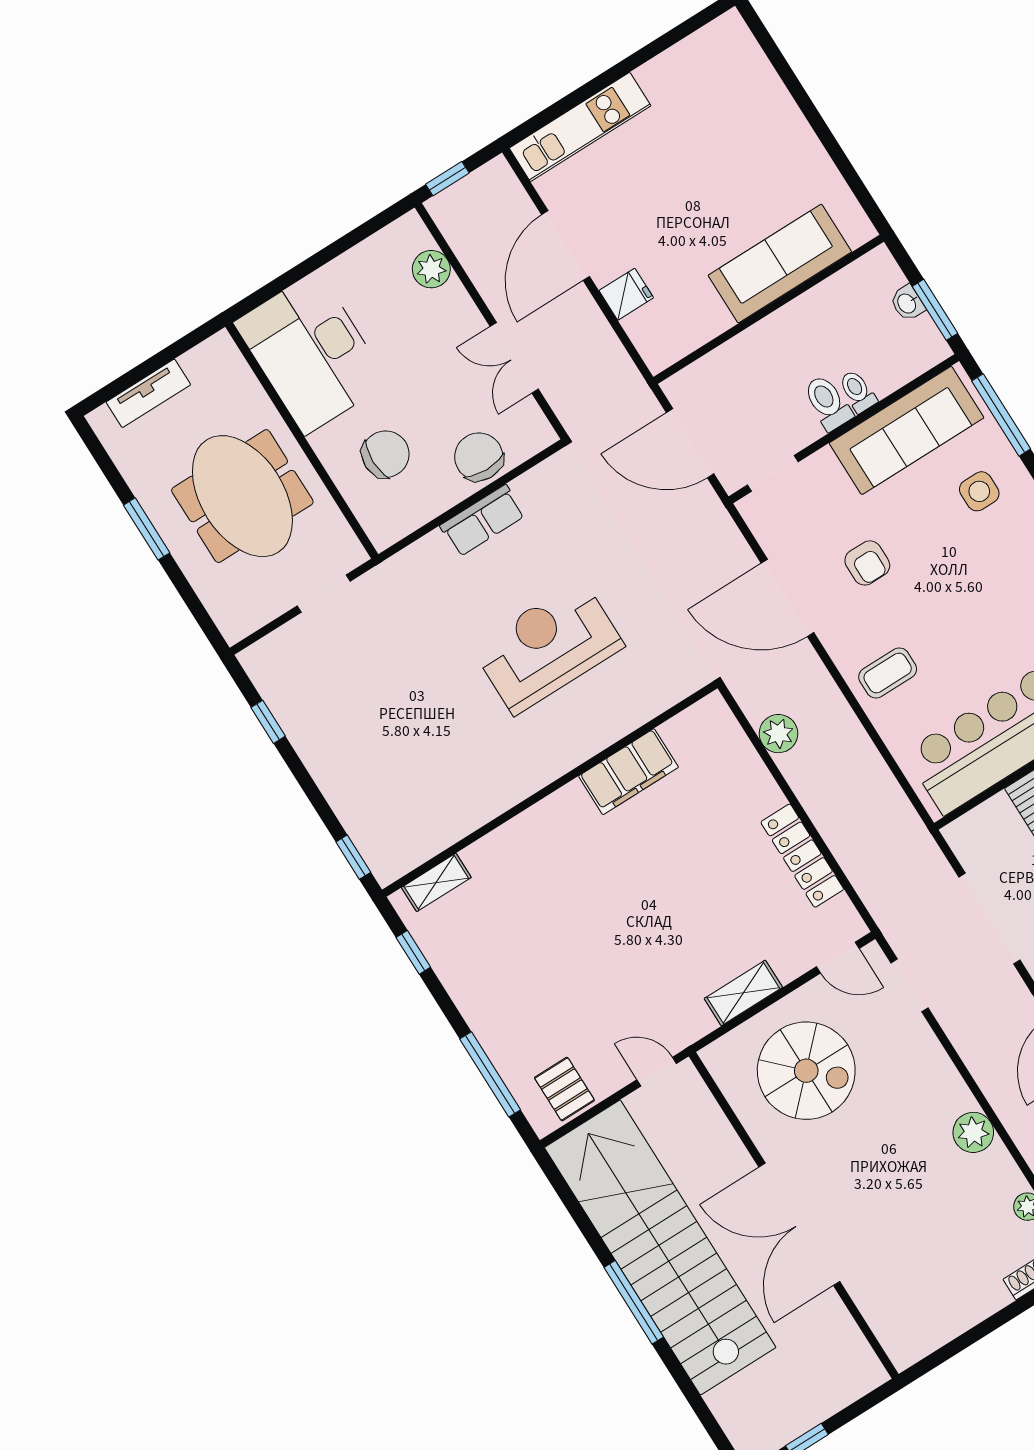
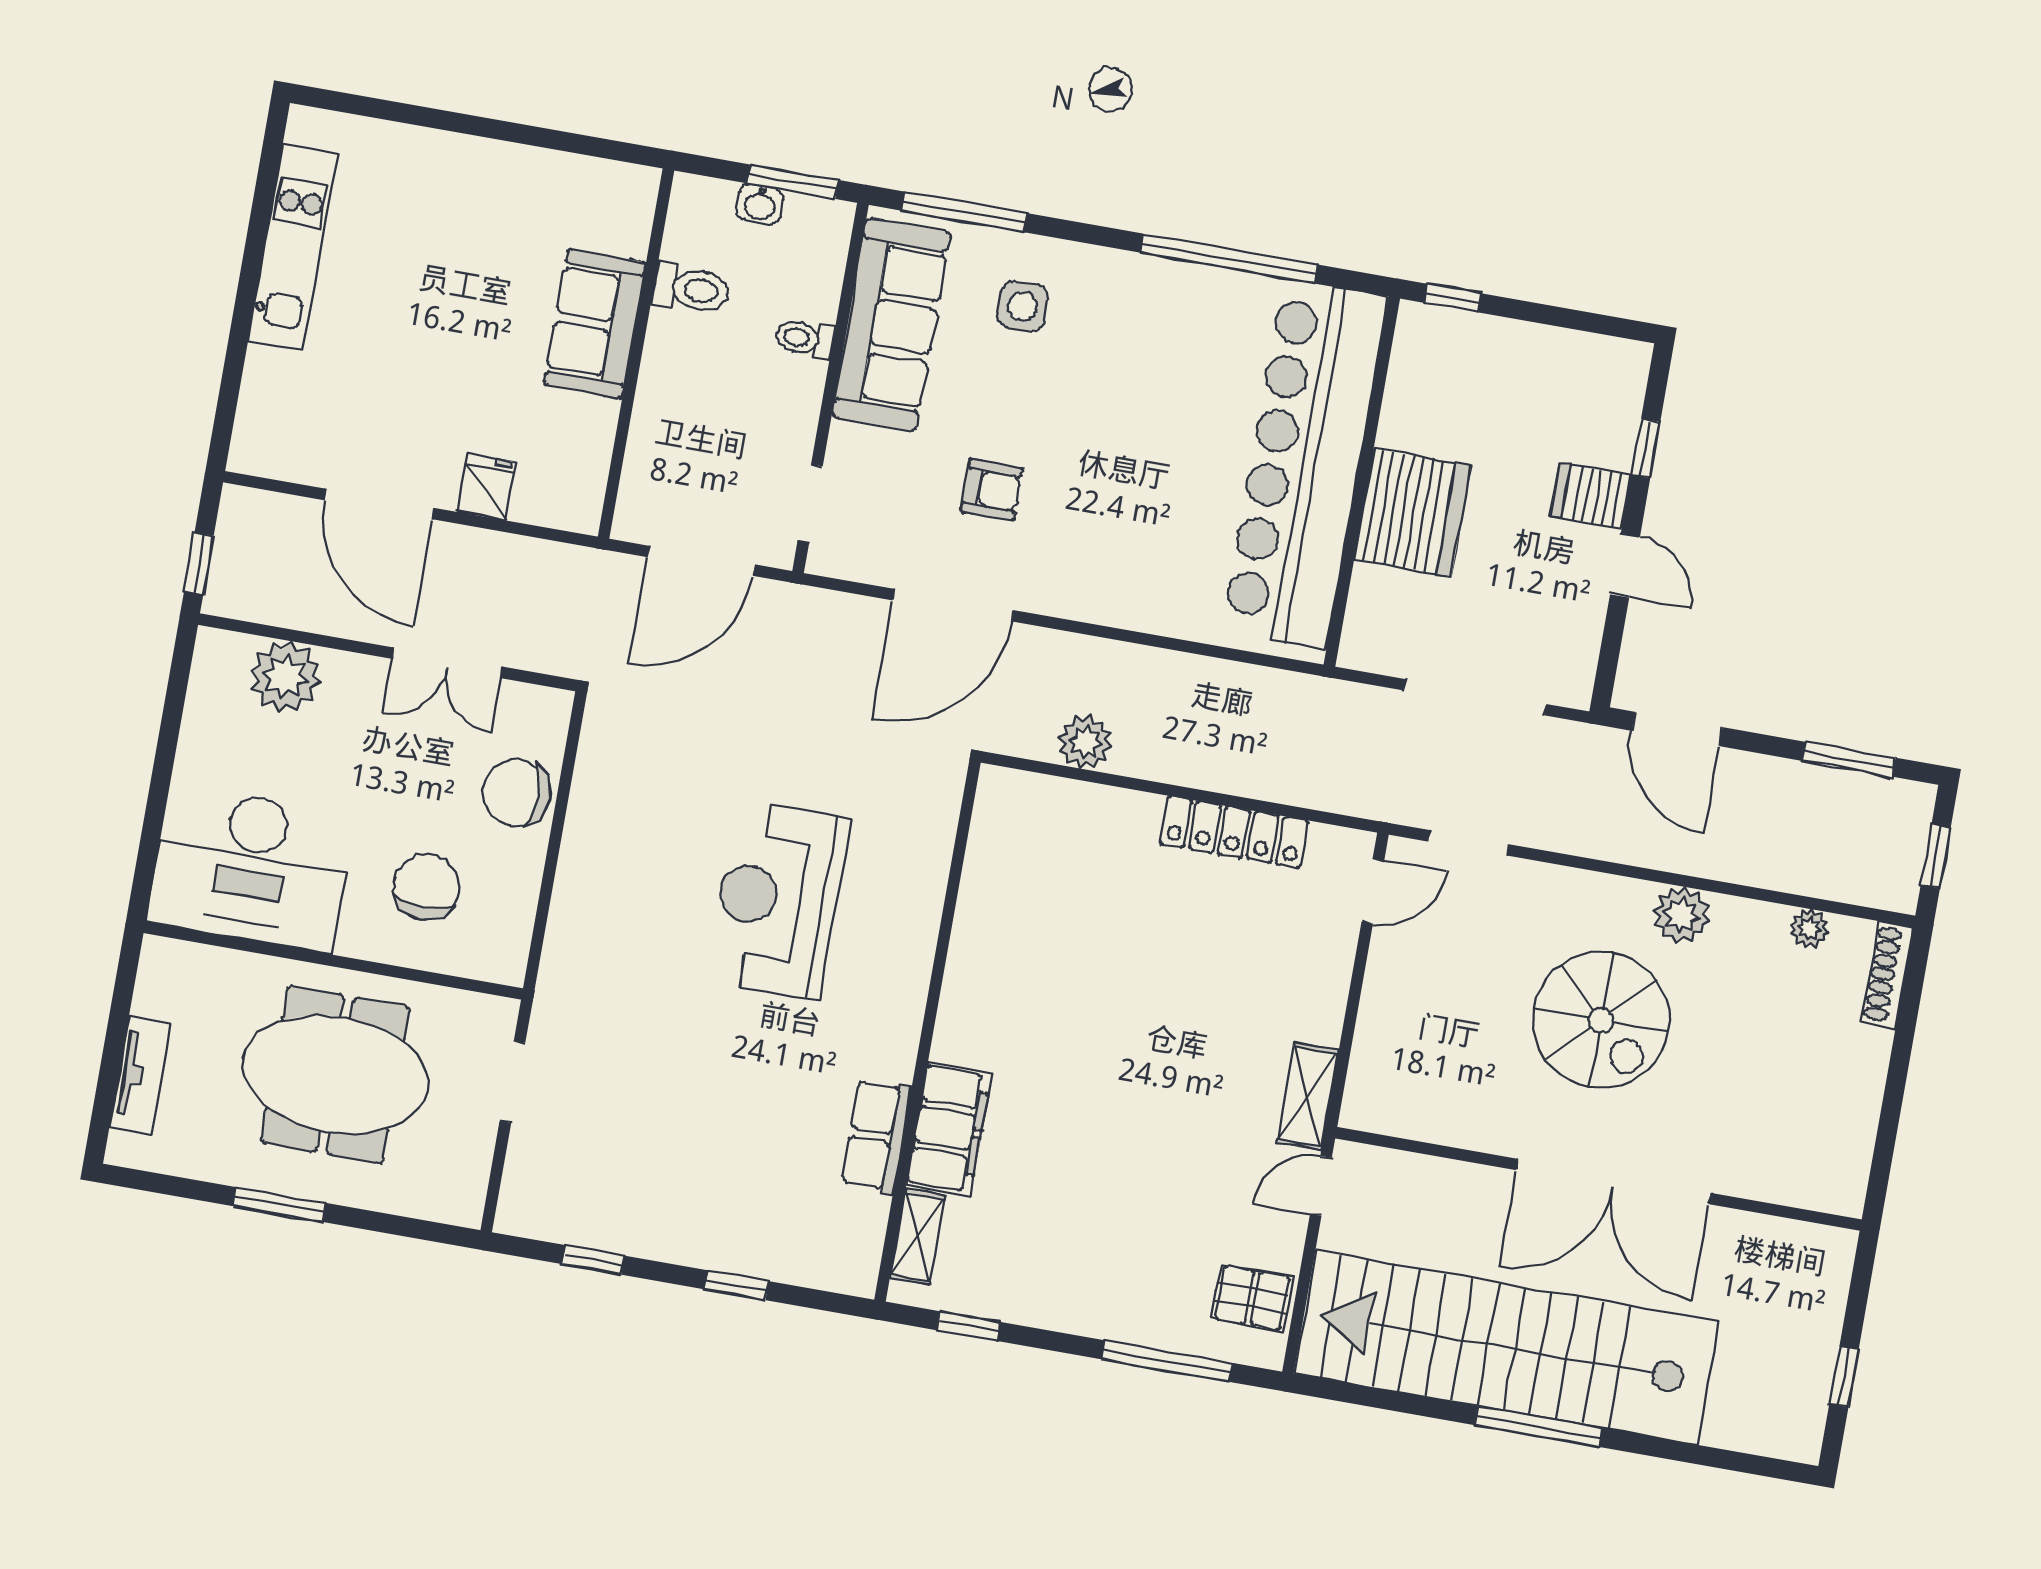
kitchen unit: (580, 127) -> (293, 248), moved
sofa: (780, 264) -> (595, 323), width x0.73
plant: (431, 269) -> (285, 677), width x1.36, depth x1.36
toilet: (828, 403) -> (691, 289), moved, turned 180
row of seats: (483, 521) -> (876, 1136), moved, turned 180
coffee table: (888, 673) -> (1125, 572), removed
filing cabinet: (628, 772) -> (949, 1129), moved
window: (353, 857) -> (737, 1285), moved
shelving: (743, 993) -> (1308, 1096), moved
spiral stairs: (806, 1071) -> (1601, 1020), moved, turned 90

